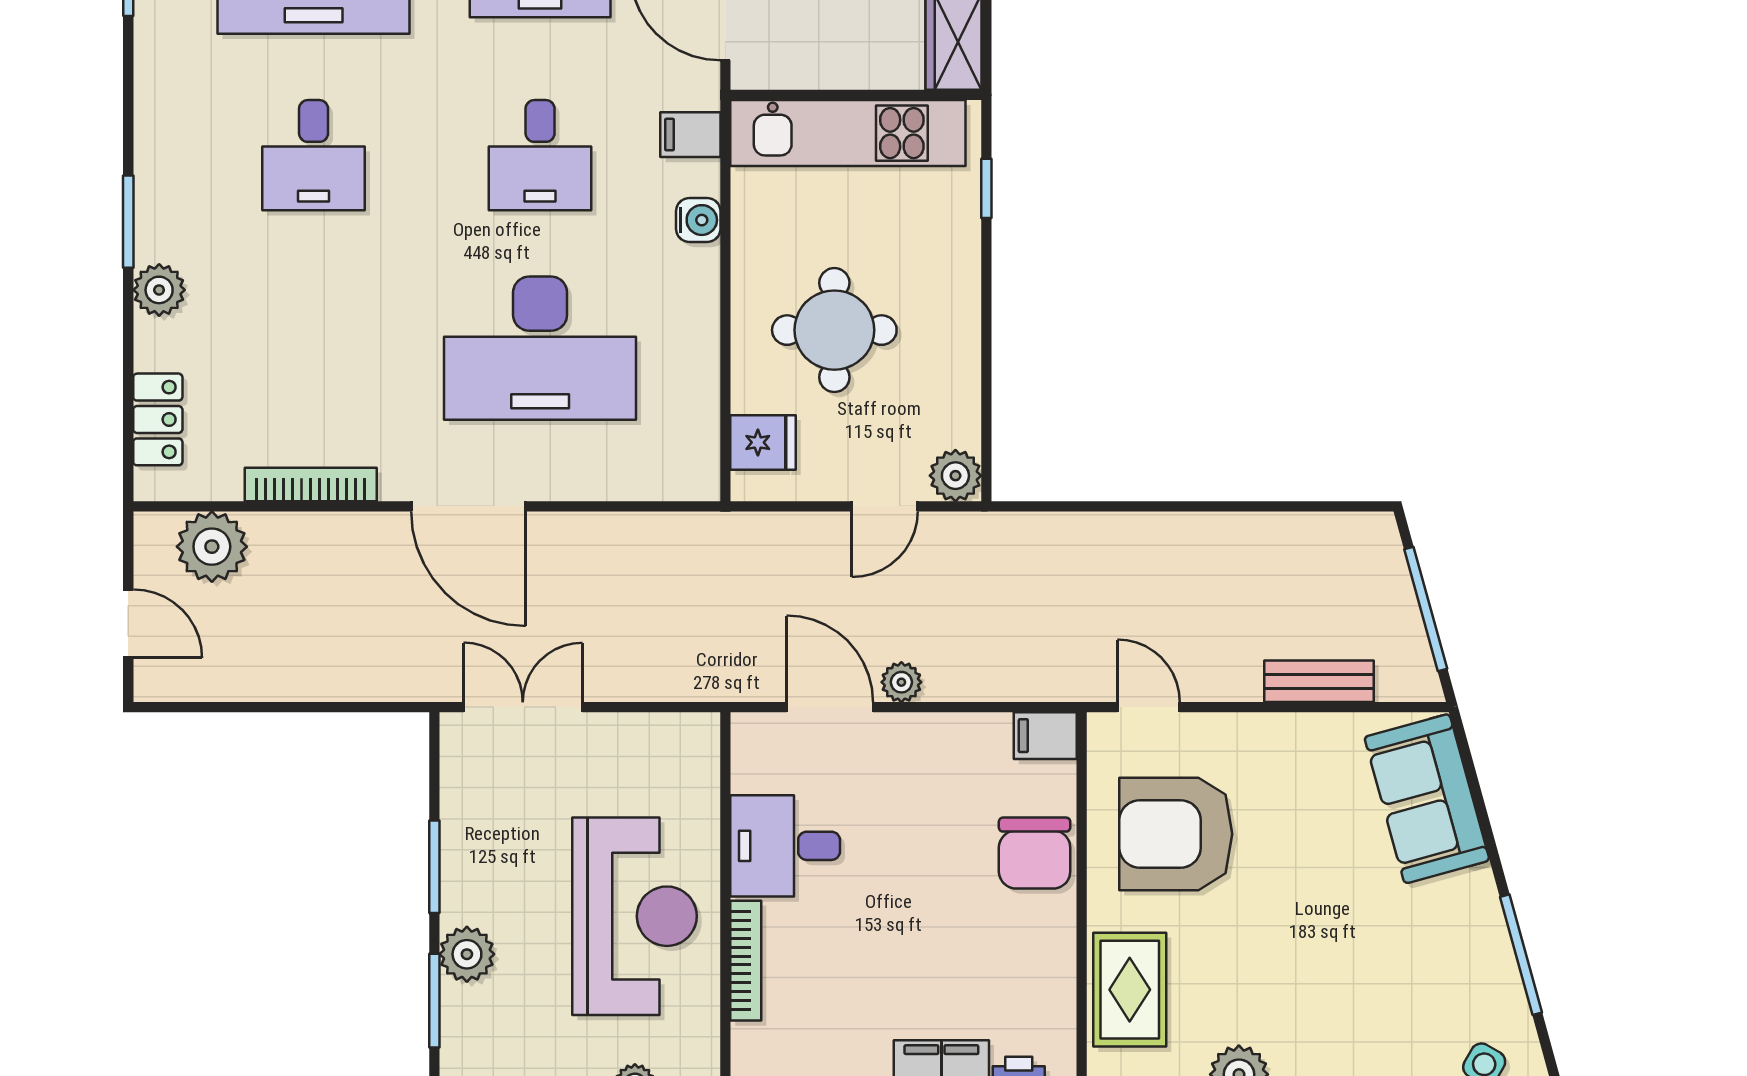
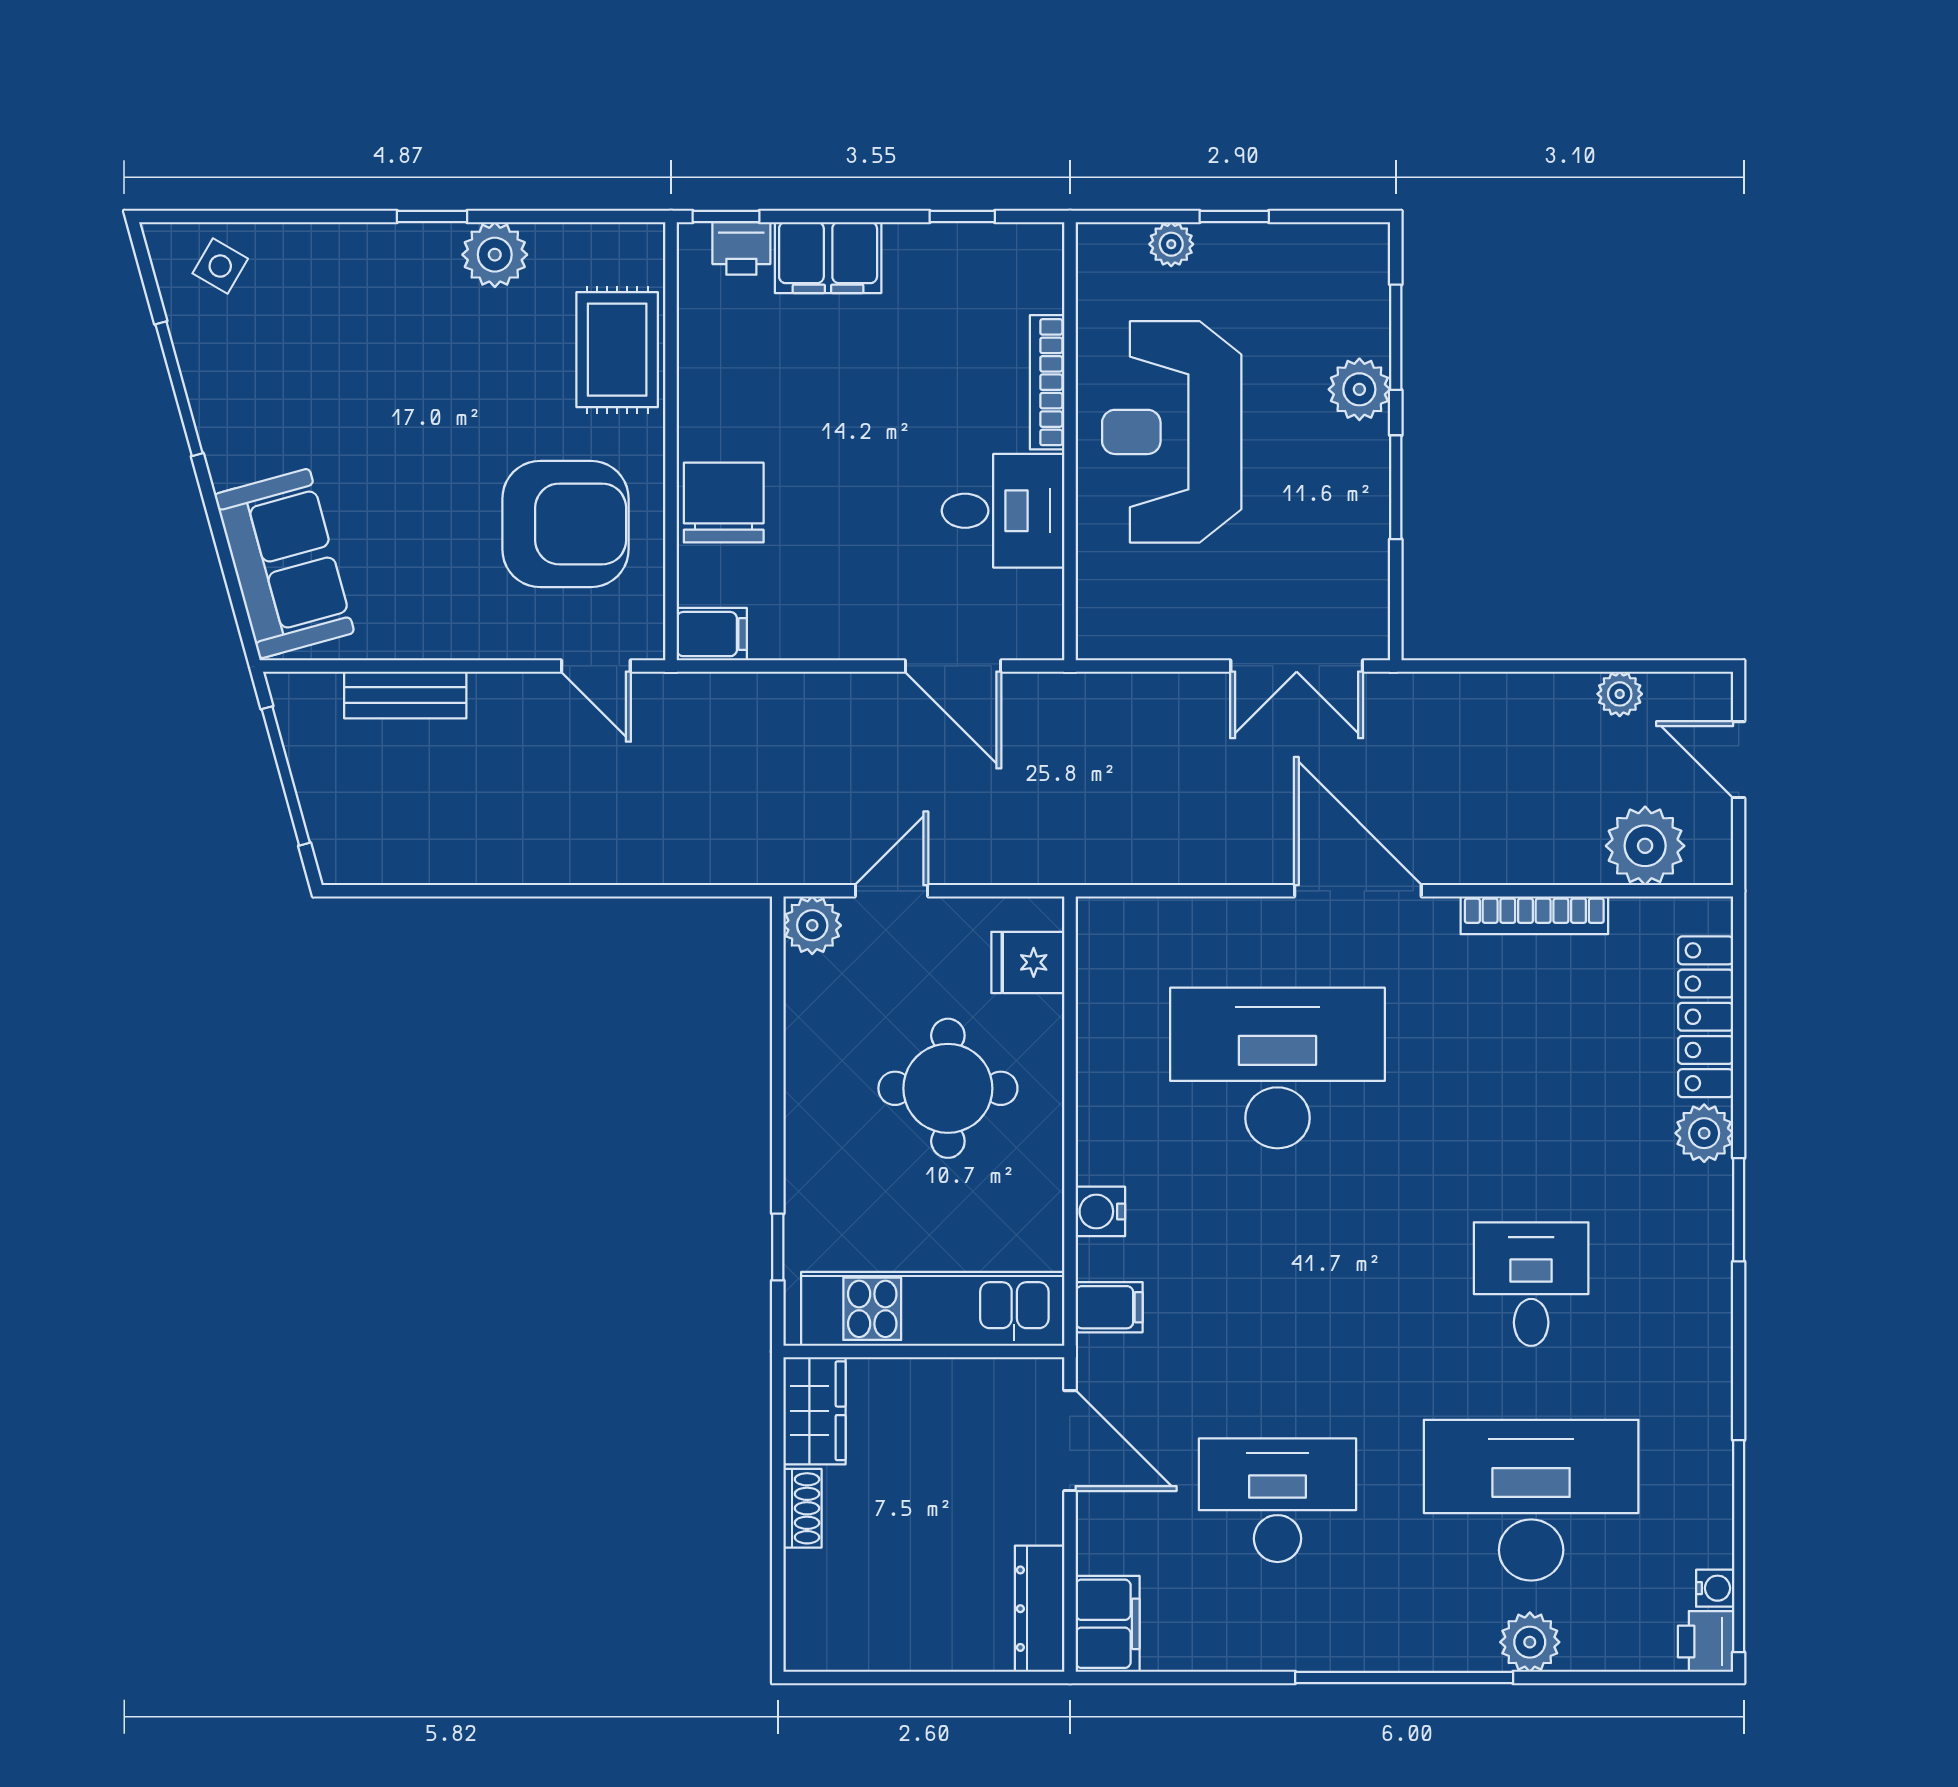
desk: (540, 155) -> (1277, 1284), removed
locker: (158, 419) -> (1706, 1017), width x1.53
plant: (901, 682) -> (1620, 694), moved

